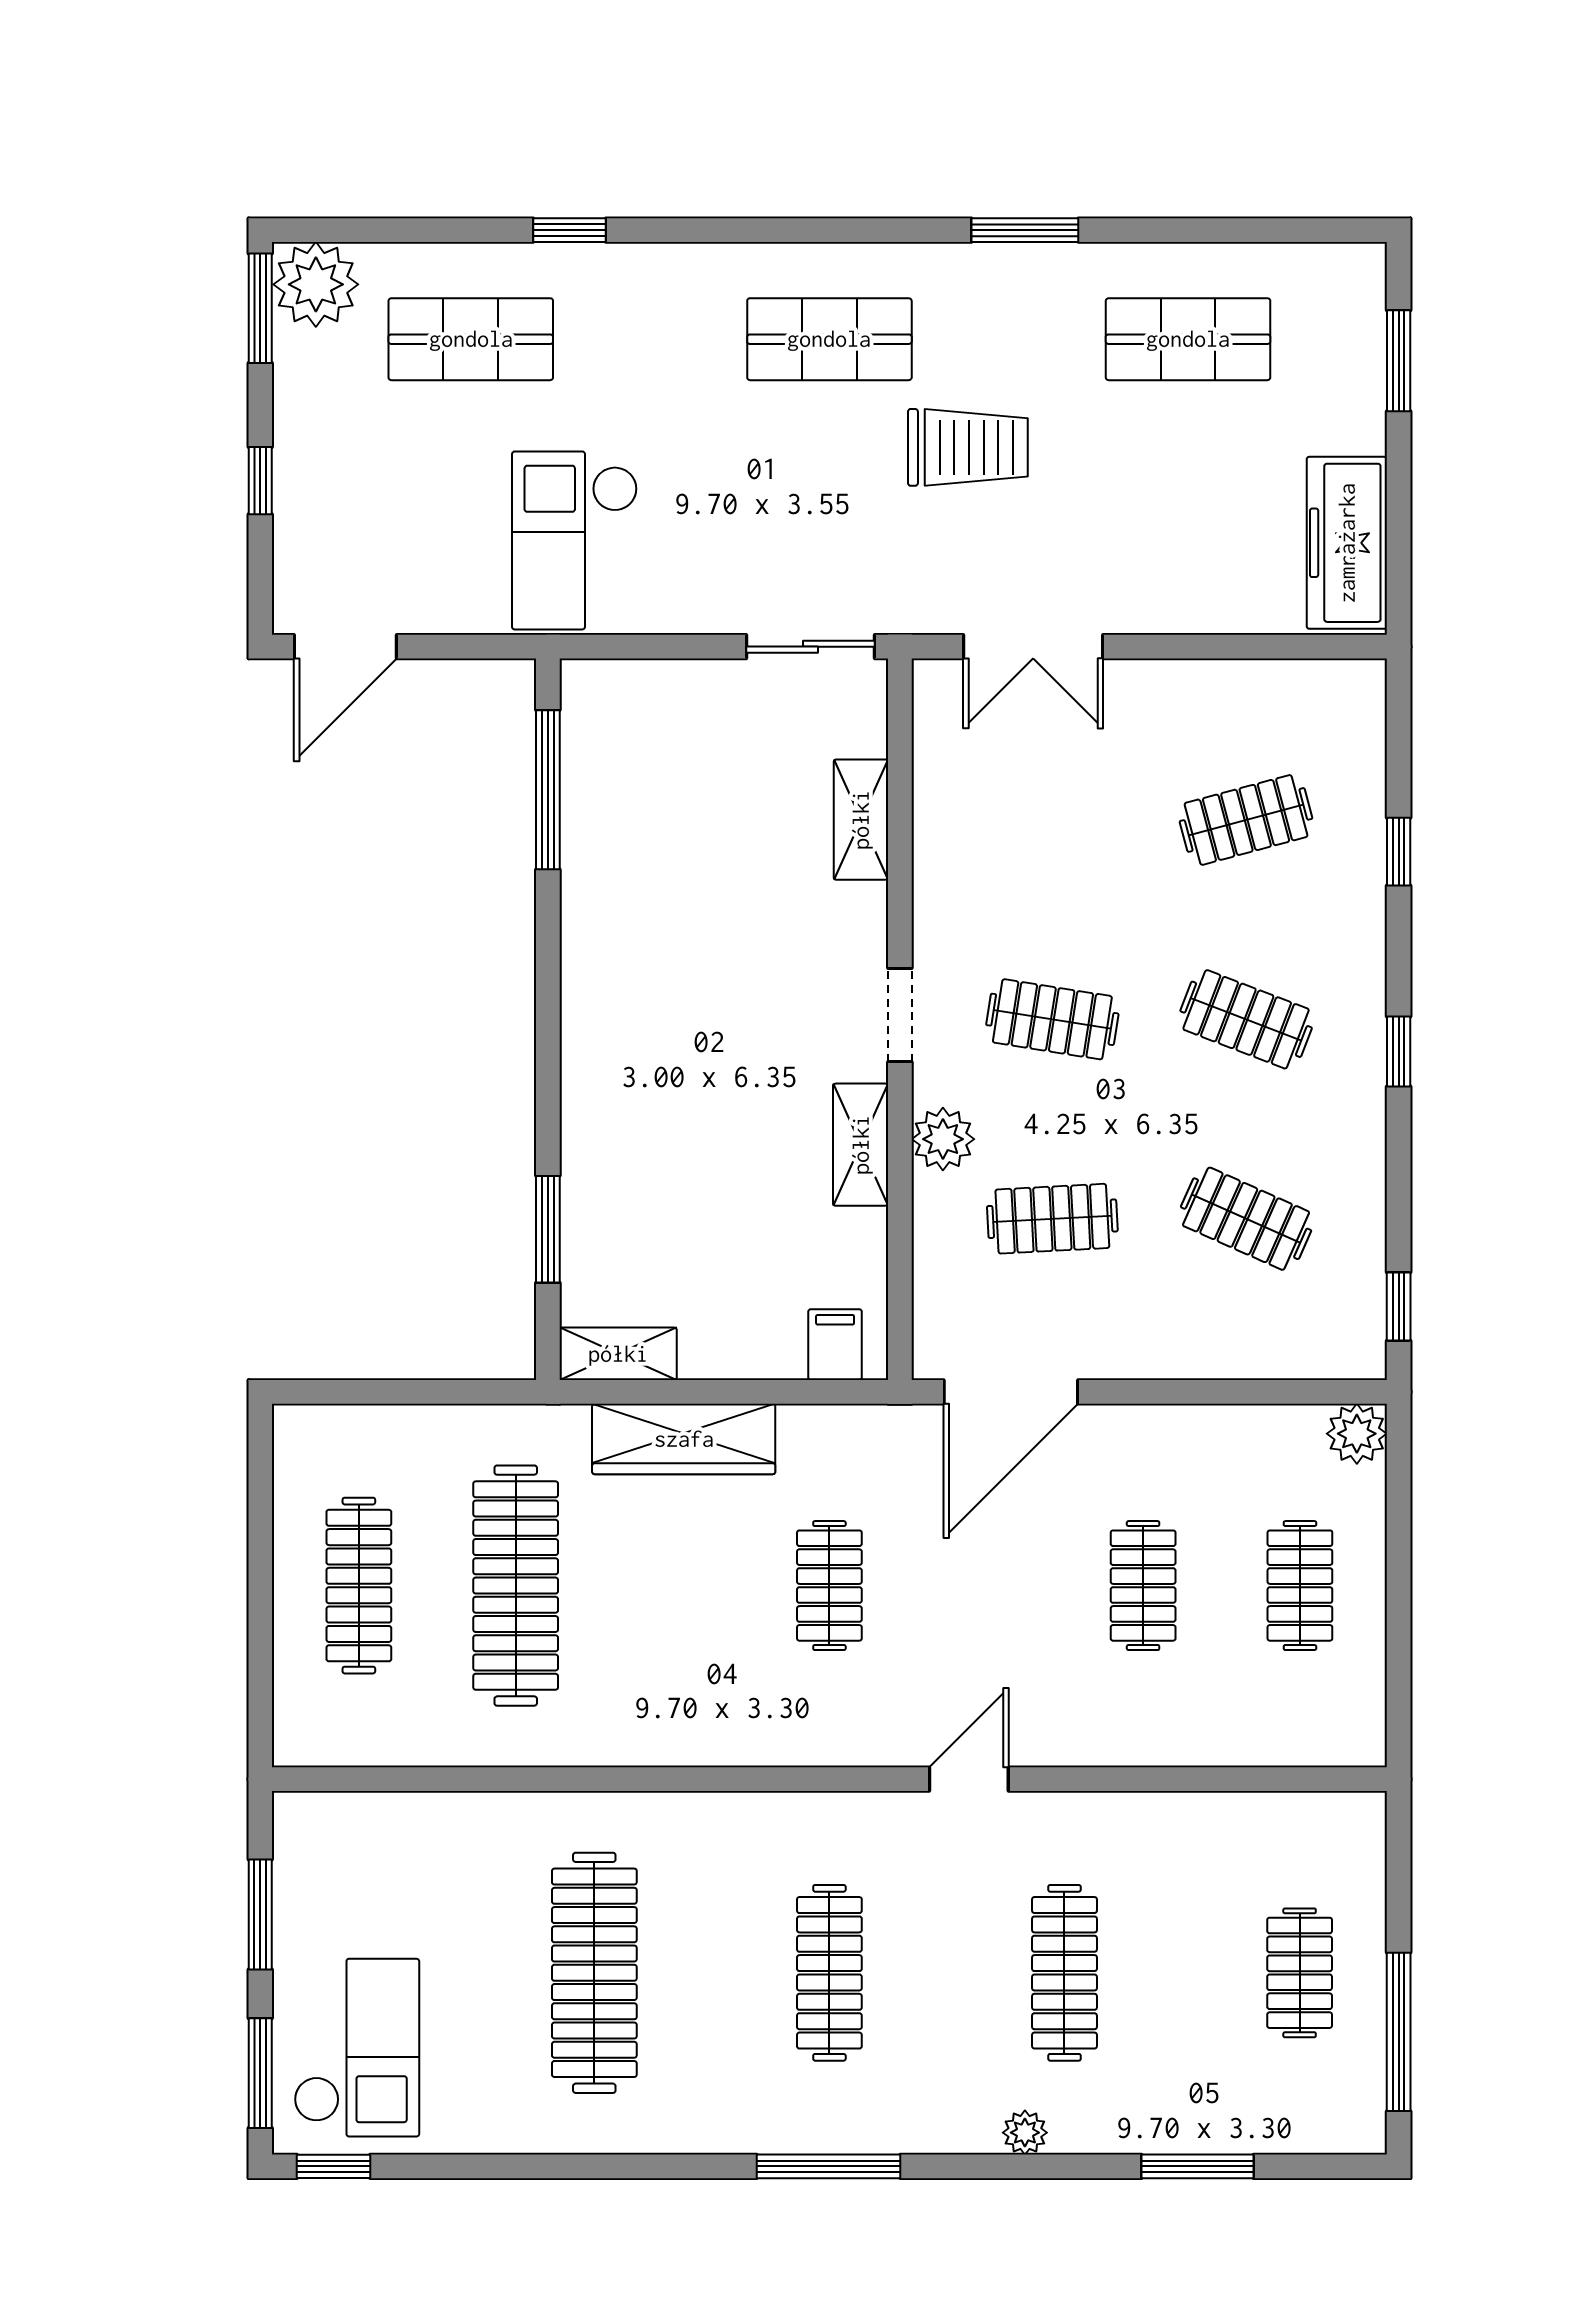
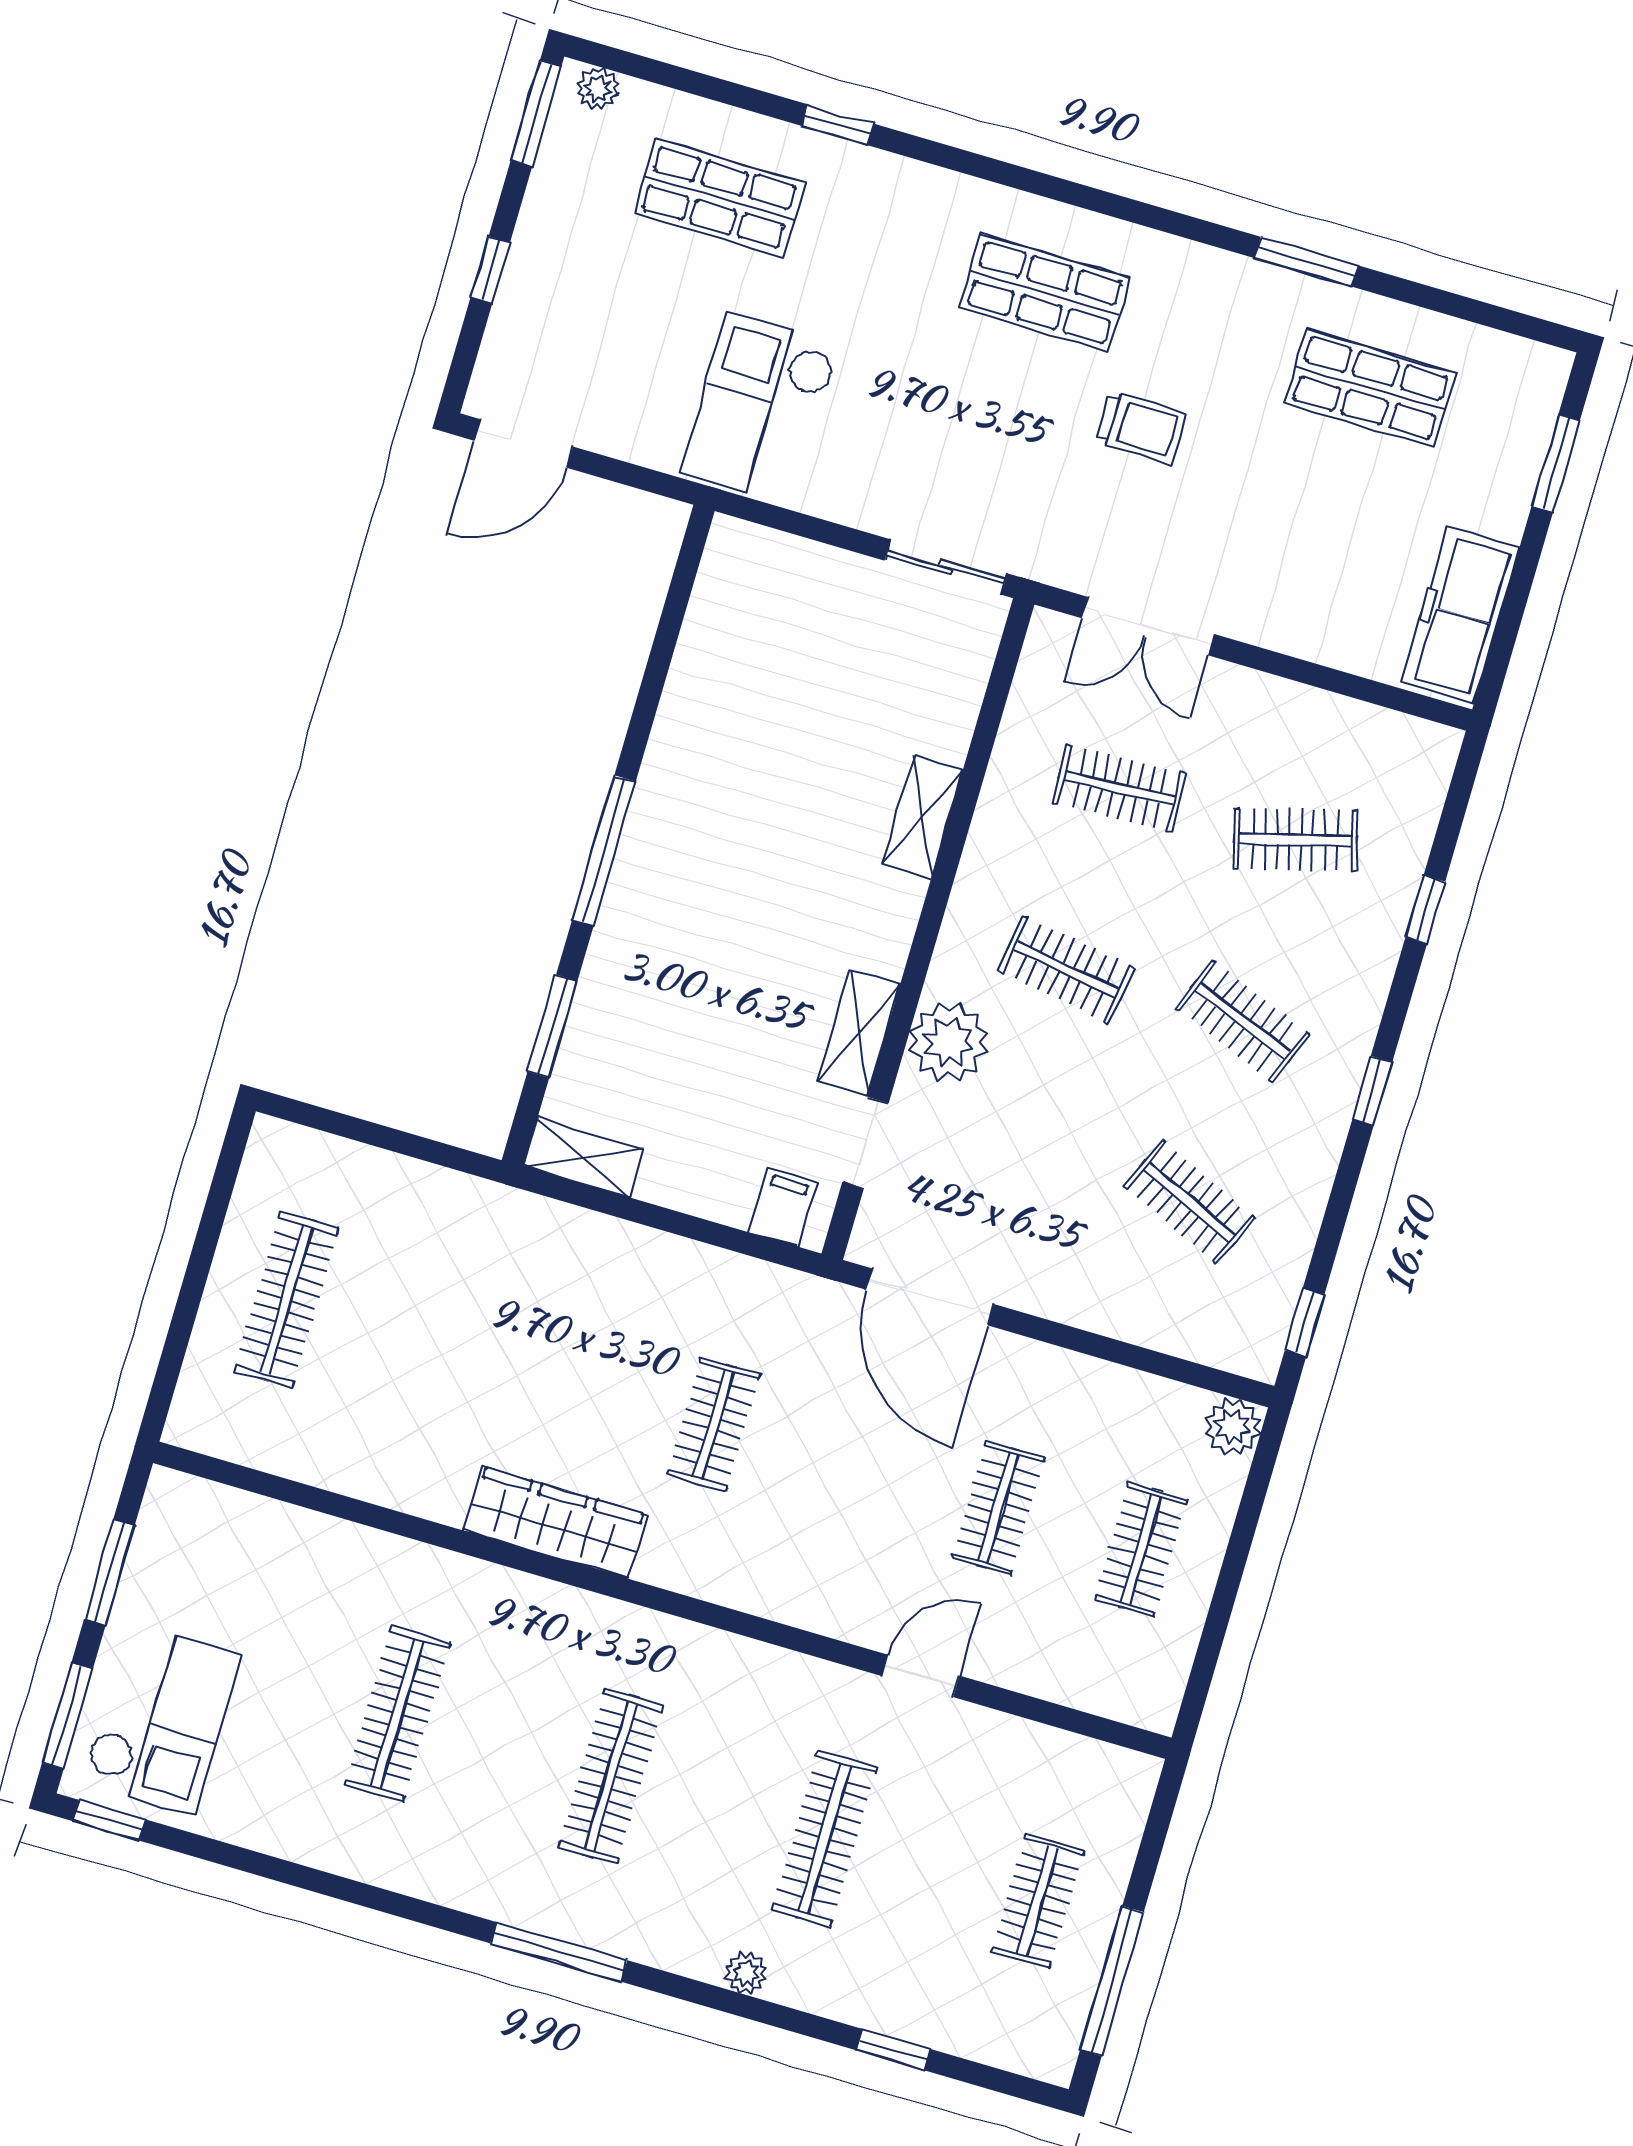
window: (1025, 230) -> (1306, 262), moved
plant: (316, 284) -> (598, 89), width x0.53, depth x0.53
trolley: (968, 447) -> (1142, 428), width x0.73, depth x0.72
window: (548, 790) -> (604, 851), moved
shelving: (861, 820) -> (922, 817), moved
doorway: (900, 1015) -> (866, 1142), moved
plant: (943, 1139) -> (949, 1042), width x1.36, depth x1.36
clothes rail: (1052, 1219) -> (1119, 788), moved
door: (1011, 1392) -> (930, 1297), hinge flipped
wardrobe: (684, 1439) -> (555, 1523), moved, turned 180
clothes rail: (516, 1586) -> (429, 1341), removed
door: (969, 1779) -> (920, 1676), moved
clothes rail: (594, 1973) -> (397, 1714), width x0.73, depth x0.76
window: (1197, 2166) -> (894, 2050), width x0.67

